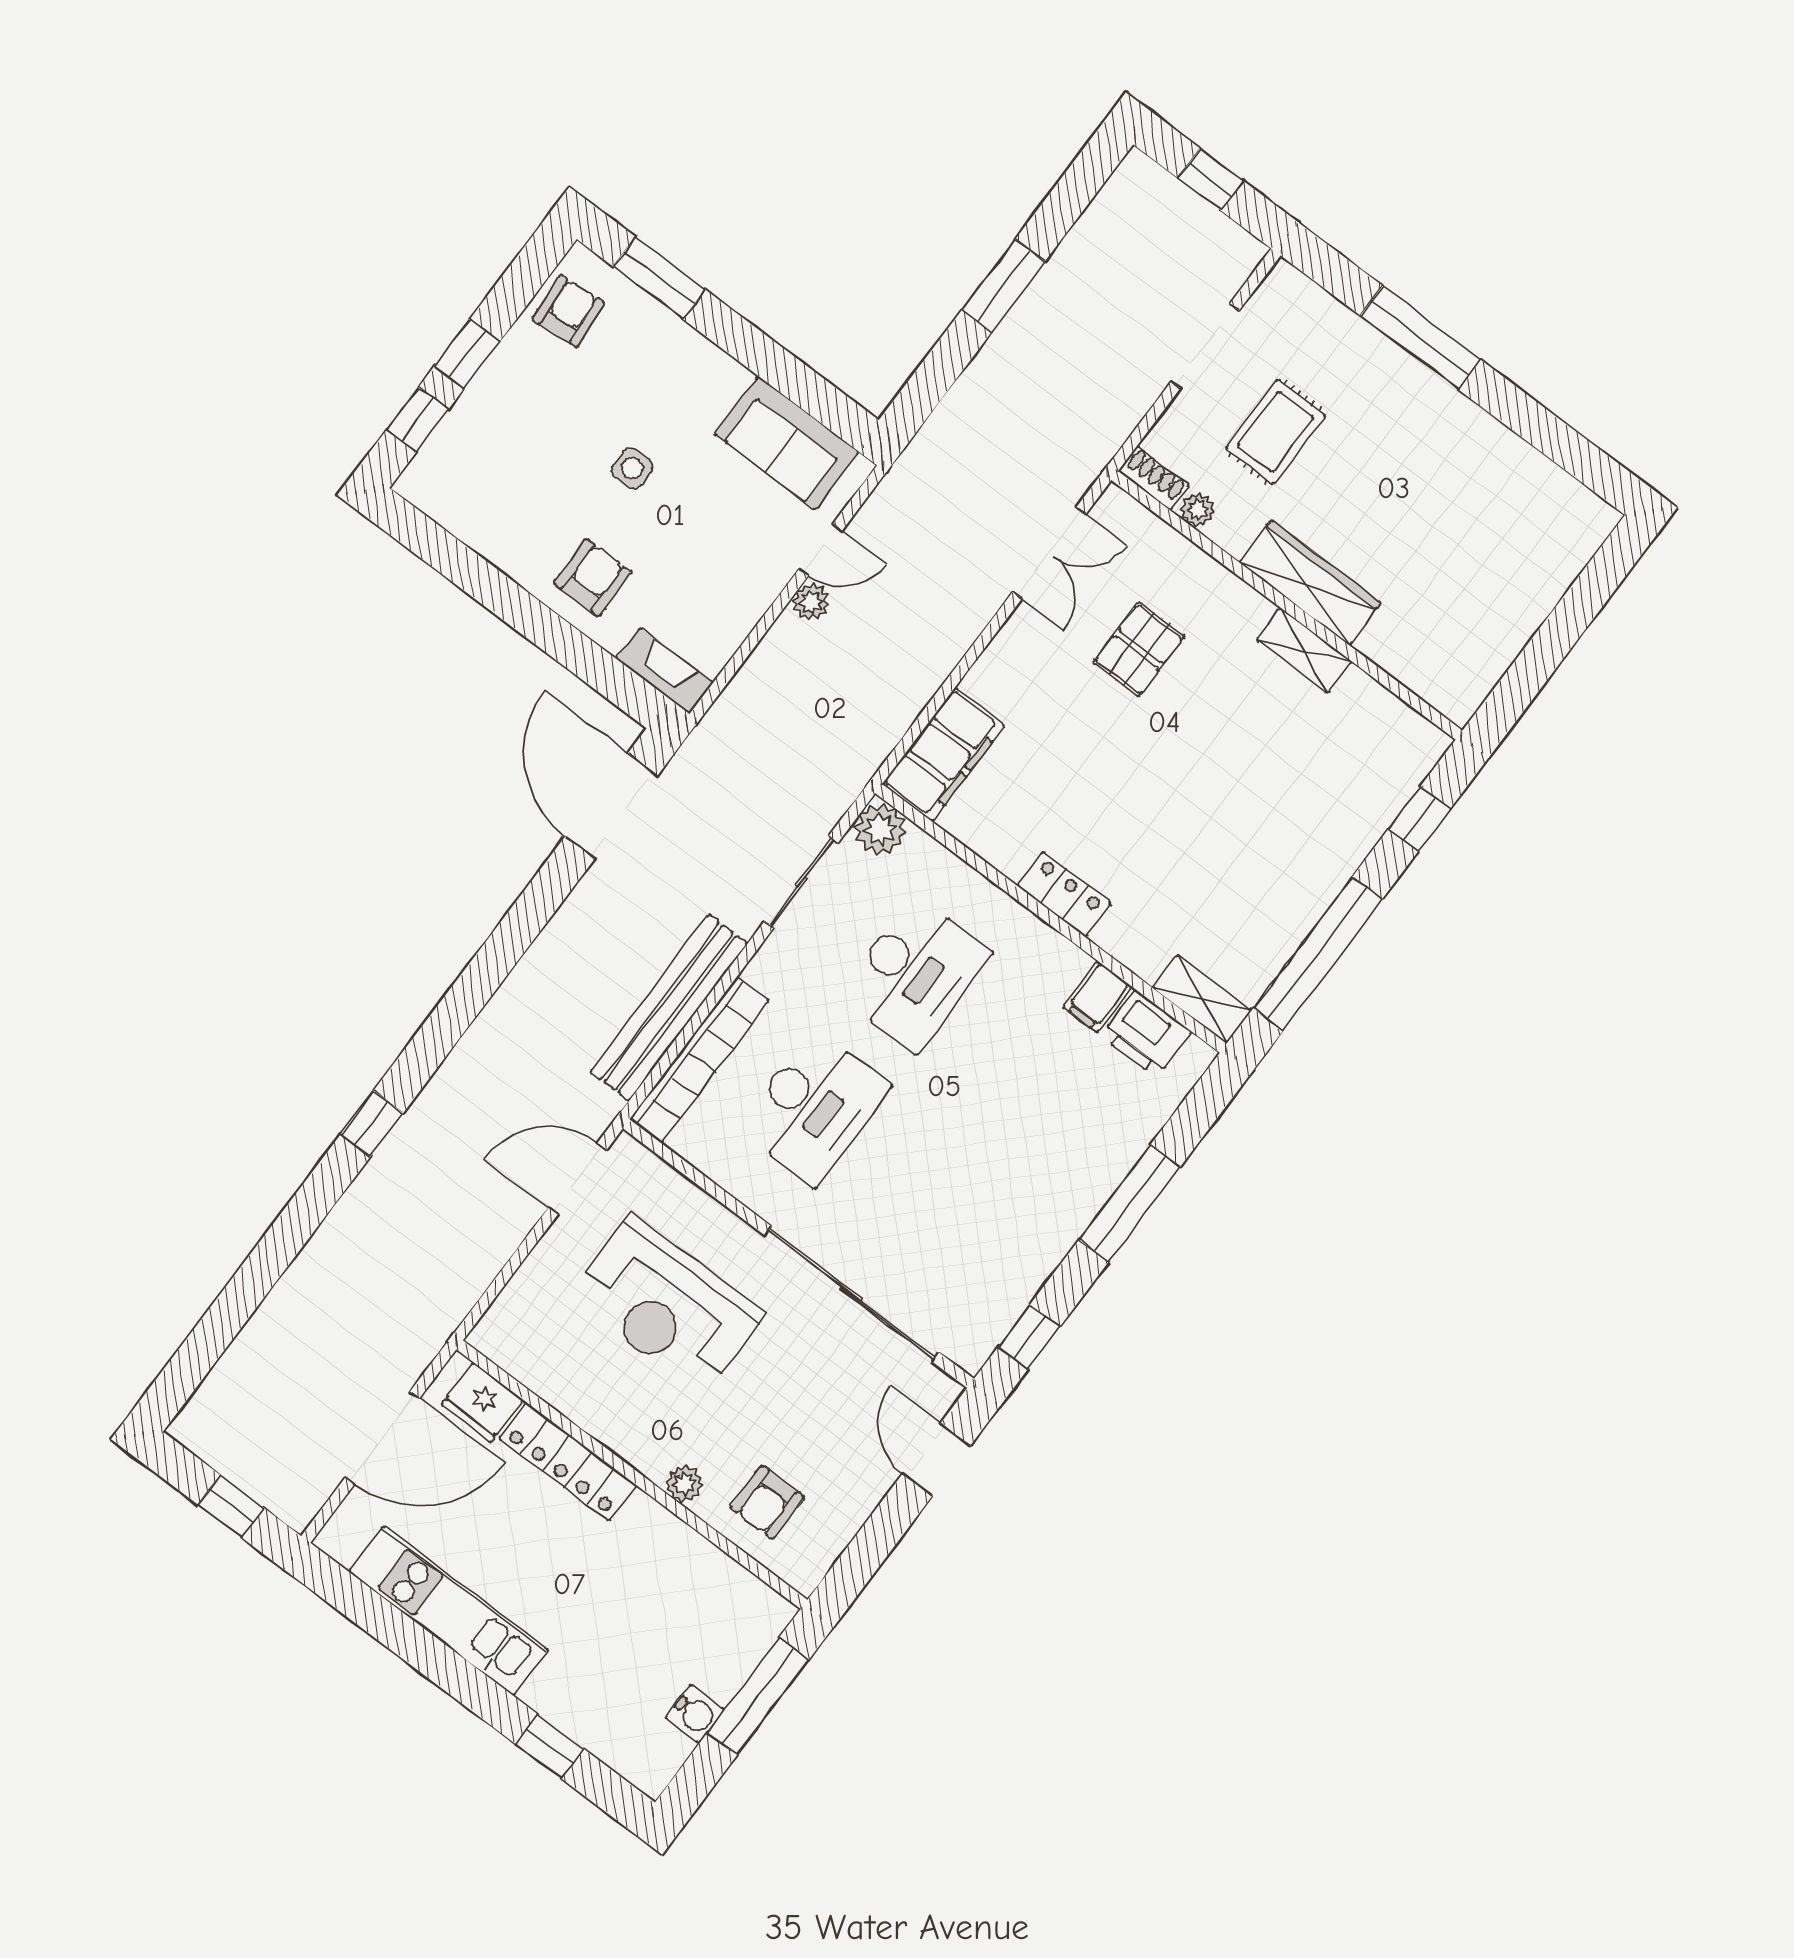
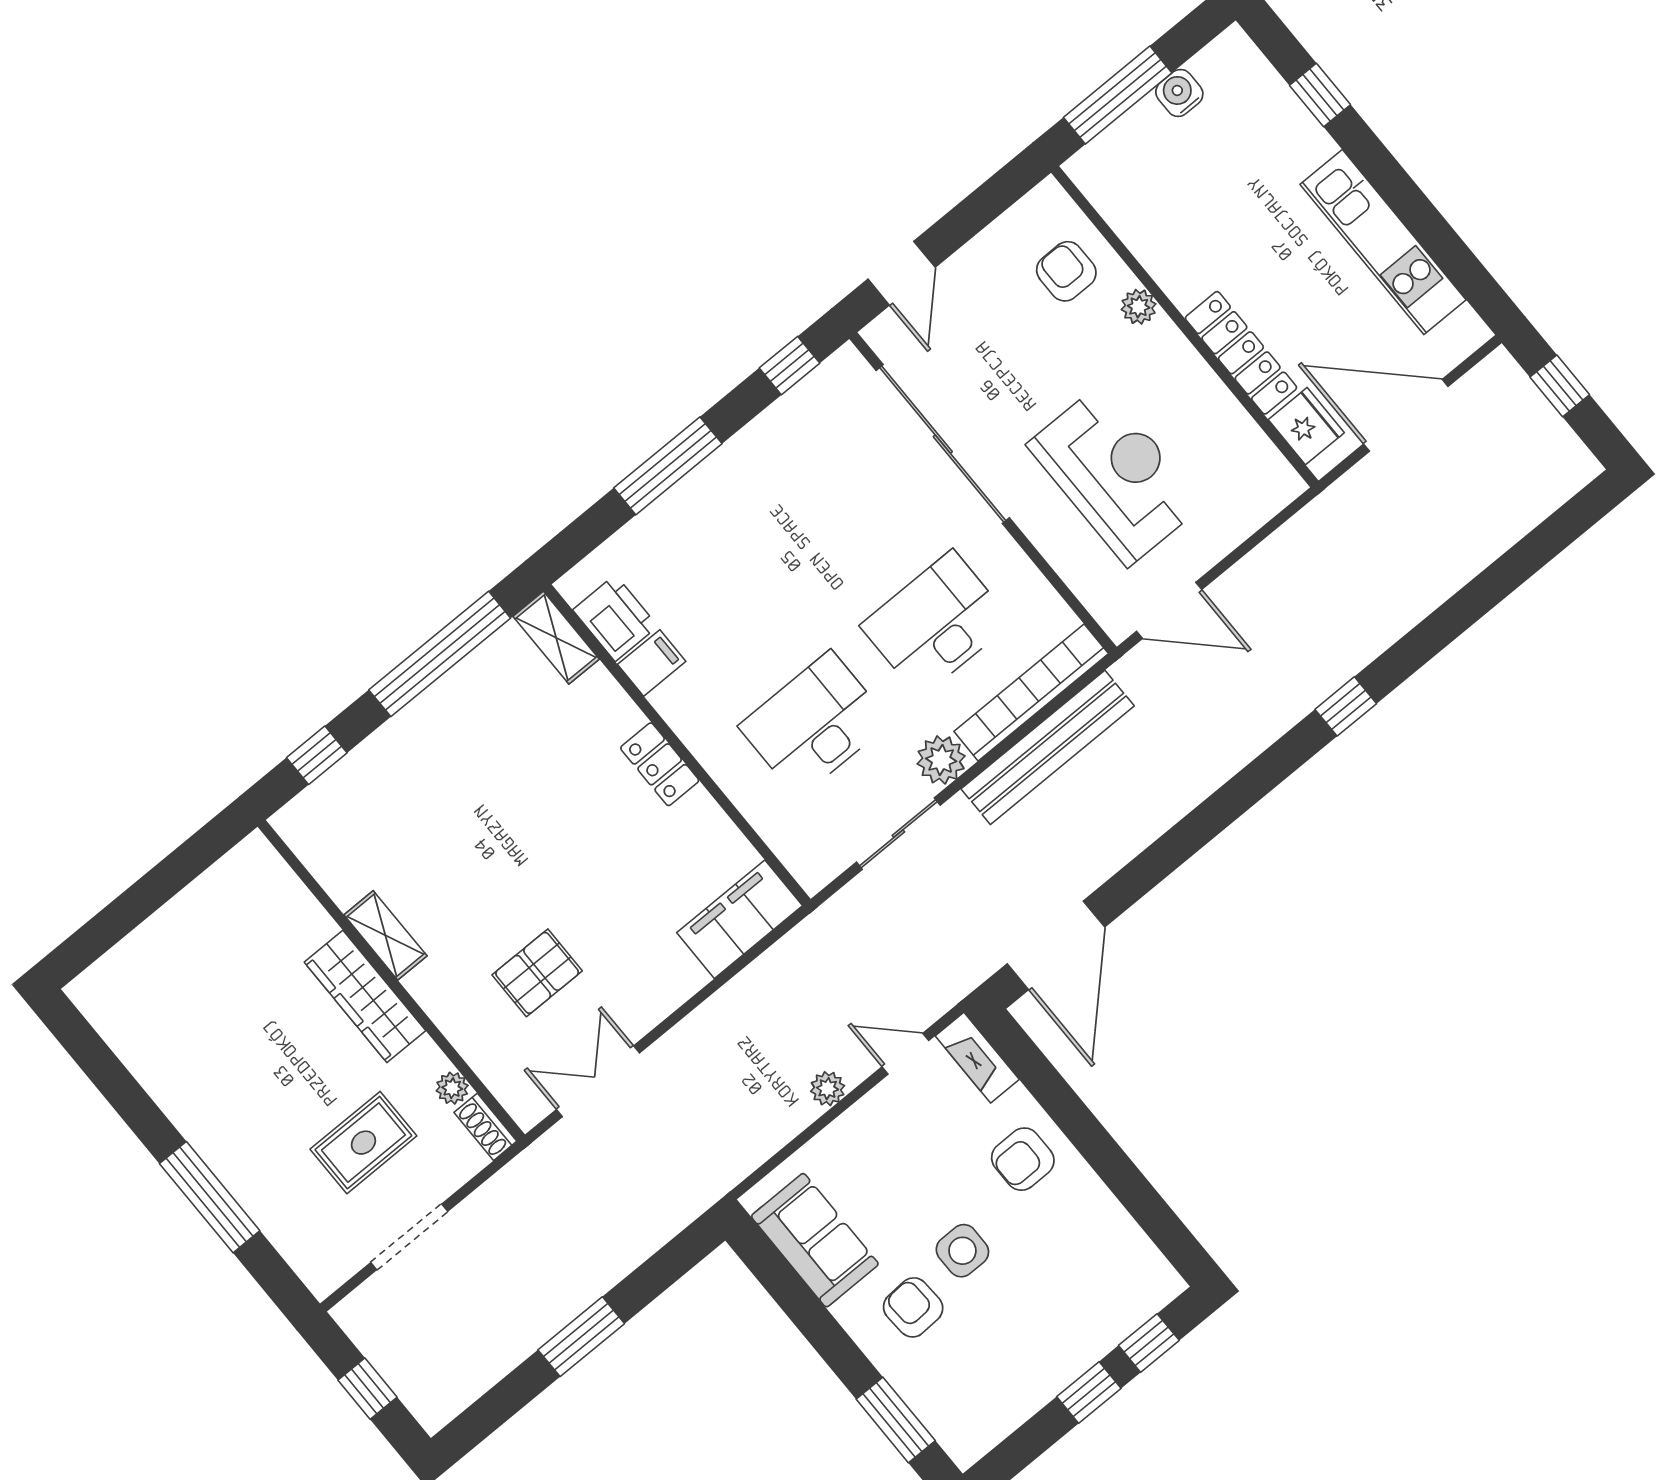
armchair: (569, 311) -> (913, 1307), moved, turned 92
side table: (632, 468) -> (962, 1251), width x1.37, depth x1.37
door: (820, 550) -> (905, 1054), moved
plant: (880, 829) -> (941, 760), moved
armchair: (767, 1502) -> (1066, 271), turned -90

